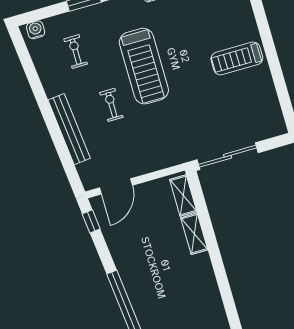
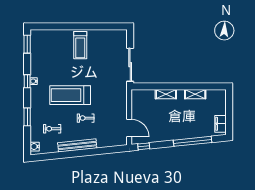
treadmill: (144, 66) -> (70, 95), turned 180
bench: (69, 129) -> (77, 145), moved
shelving: (183, 195) -> (195, 94), moved

